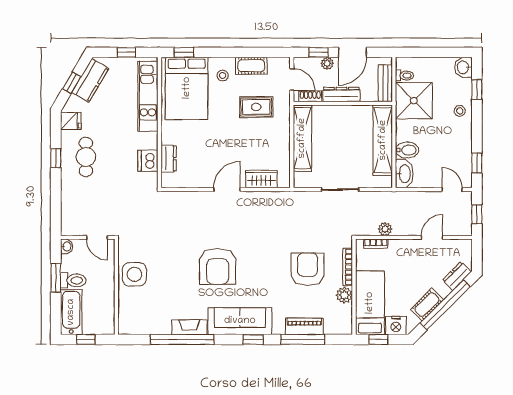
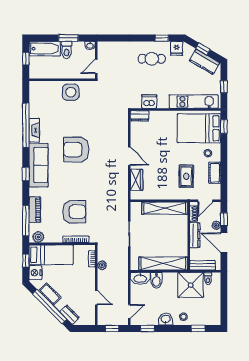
washbasin: (463, 67) -> (166, 319), moved
window: (56, 158) -> (162, 38), moved
dresser: (169, 159) -> (140, 116), moved
plant: (344, 295) -> (38, 237), moved
window: (303, 339) -> (26, 221), moved

